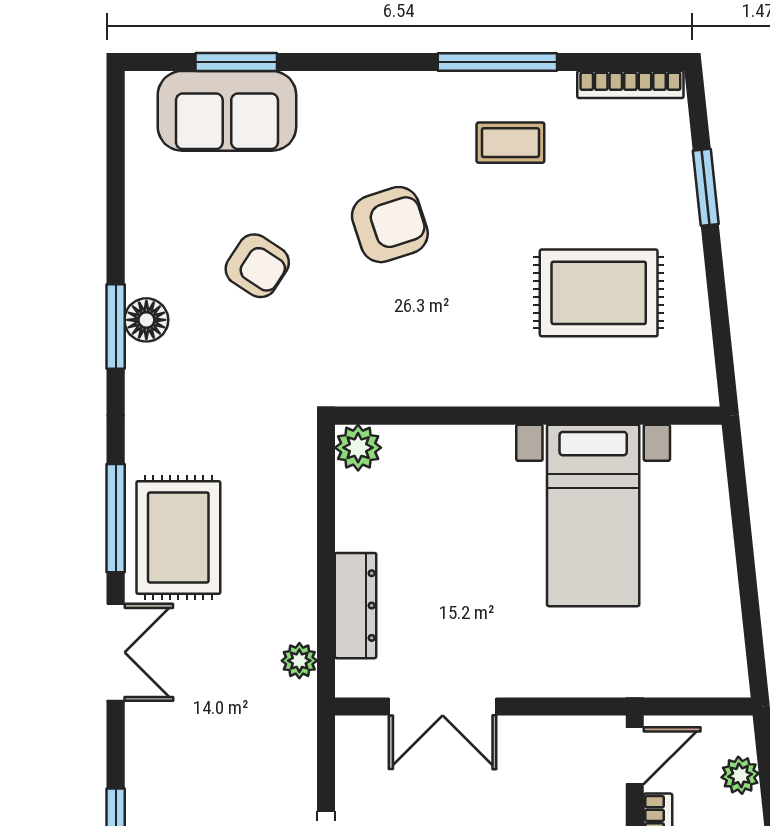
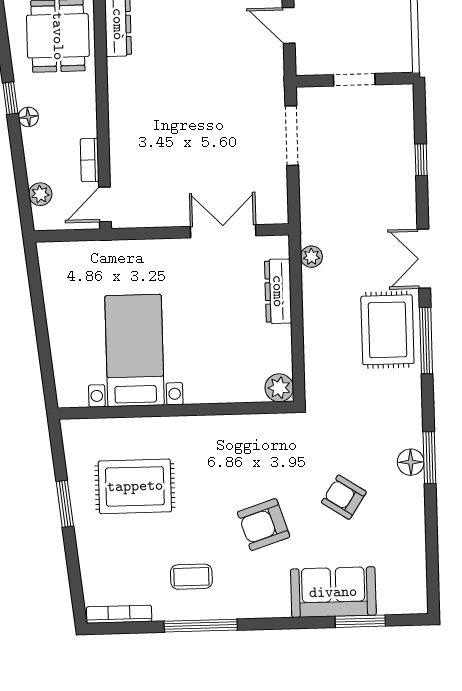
sofa: (227, 111) -> (333, 592), moved
window: (706, 187) -> (65, 504), moved

